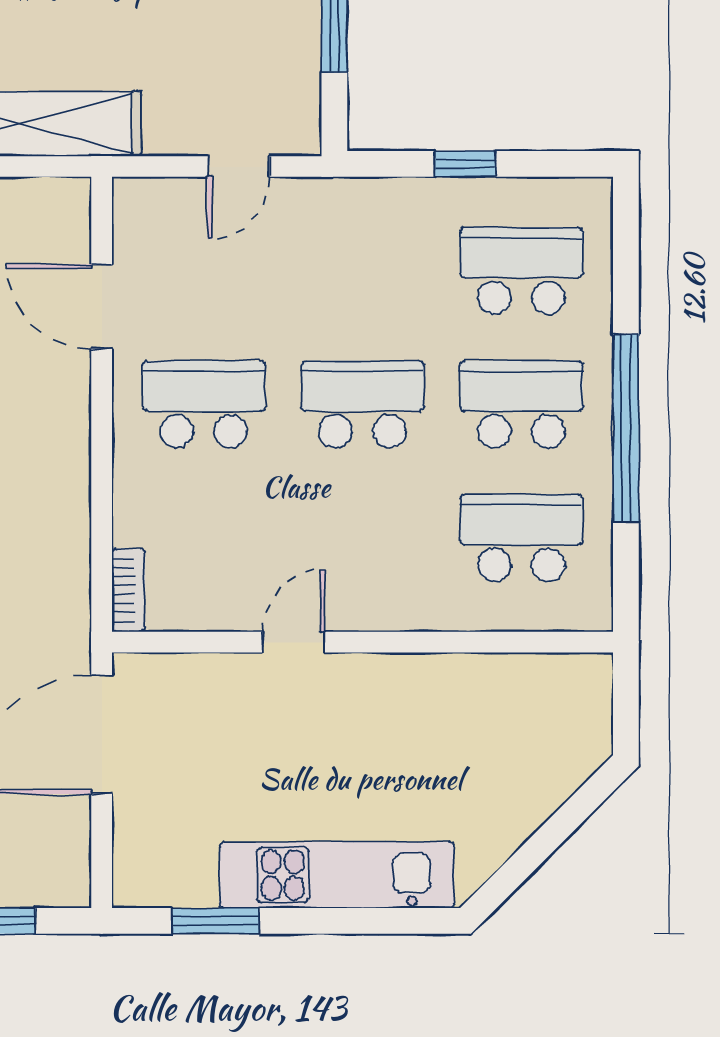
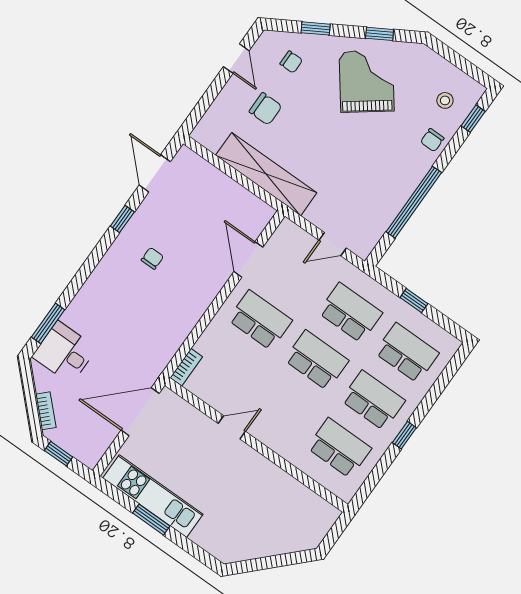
school desk: (362, 271) -> (350, 313), added
window: (626, 428) -> (404, 435), width x0.32
kitchen unit: (337, 875) -> (153, 496), moved
window: (215, 921) -> (151, 520), moved

